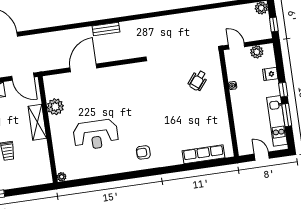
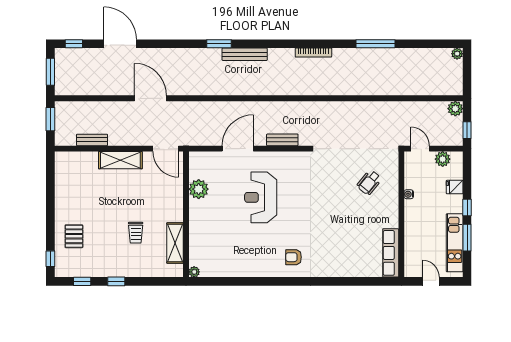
bench: (106, 29) -> (282, 140), moved
shelving: (37, 122) -> (175, 243), moved
reception desk: (96, 135) -> (261, 197), moved, turned 90
row of seats: (203, 154) -> (391, 253), moved, turned -90

